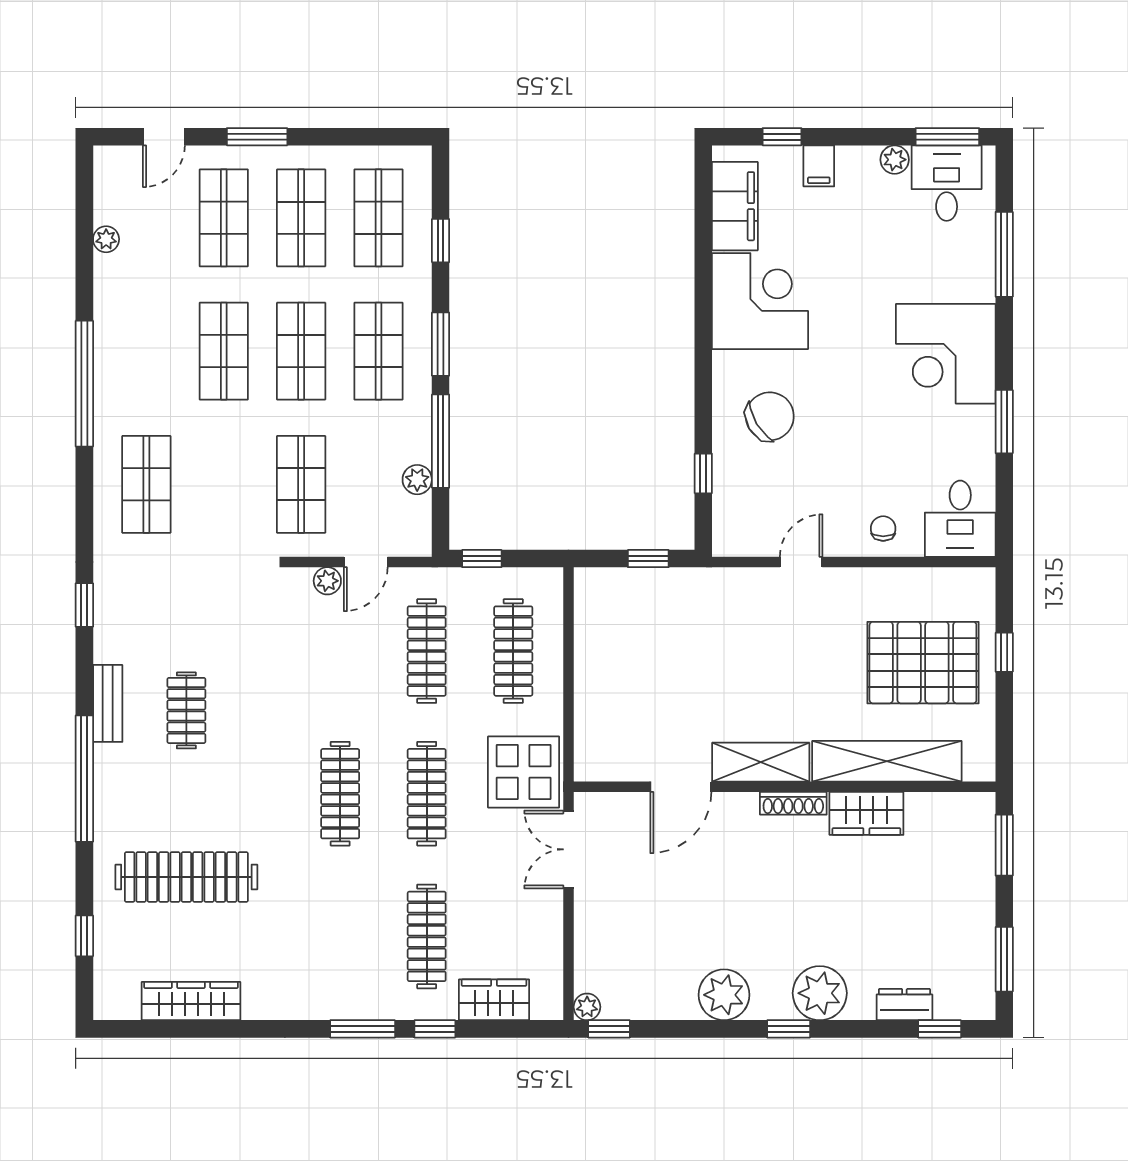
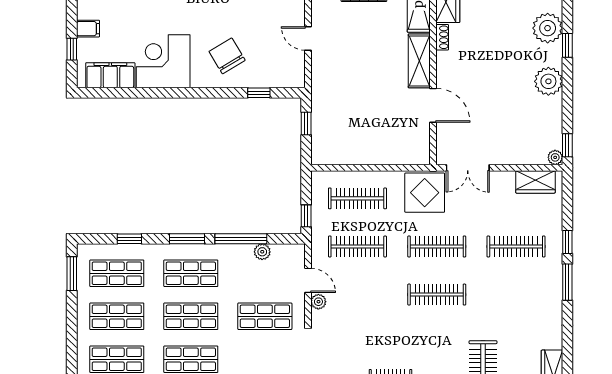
window: (257, 137) -> (72, 274), moved
shoe rack: (793, 803) -> (442, 37), width x0.70
wardrobe: (494, 1000) -> (535, 182), moved, turned -90

